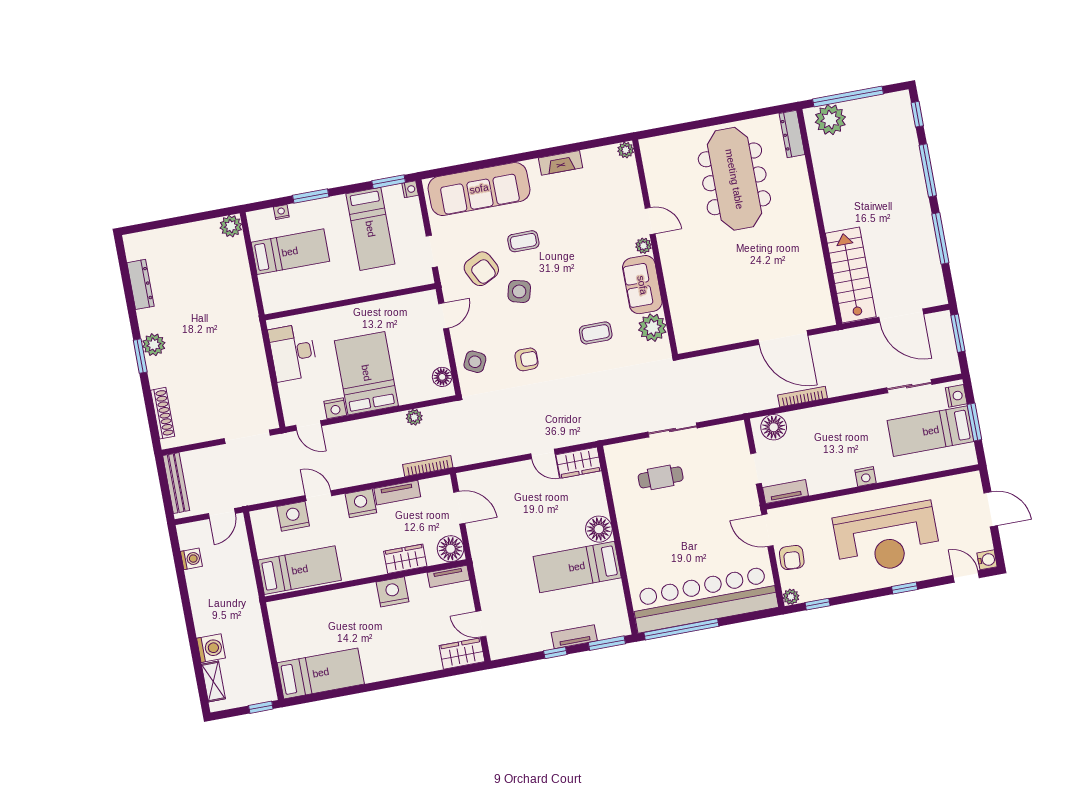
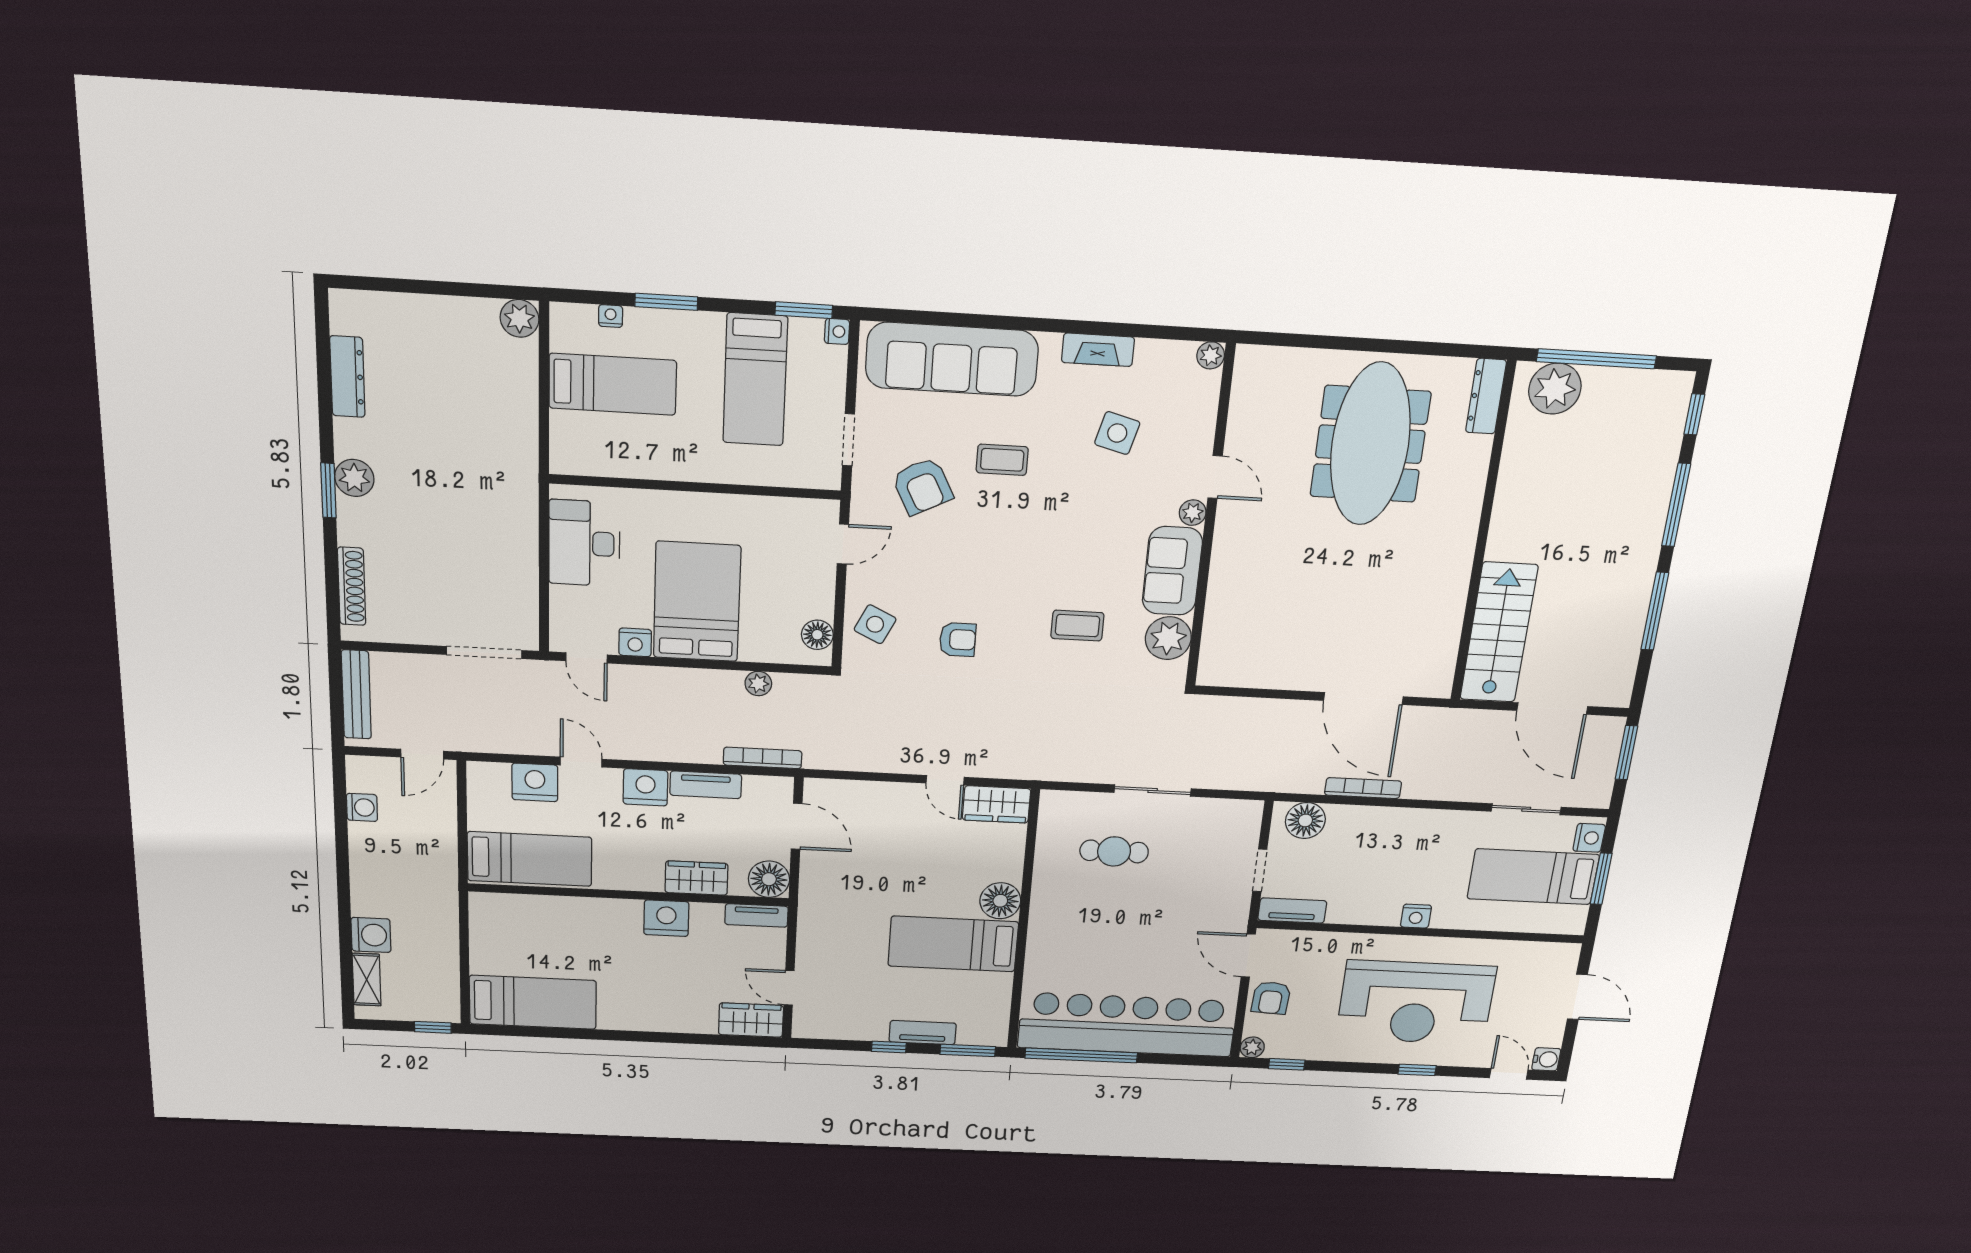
side table: (519, 291) -> (1117, 433), moved

